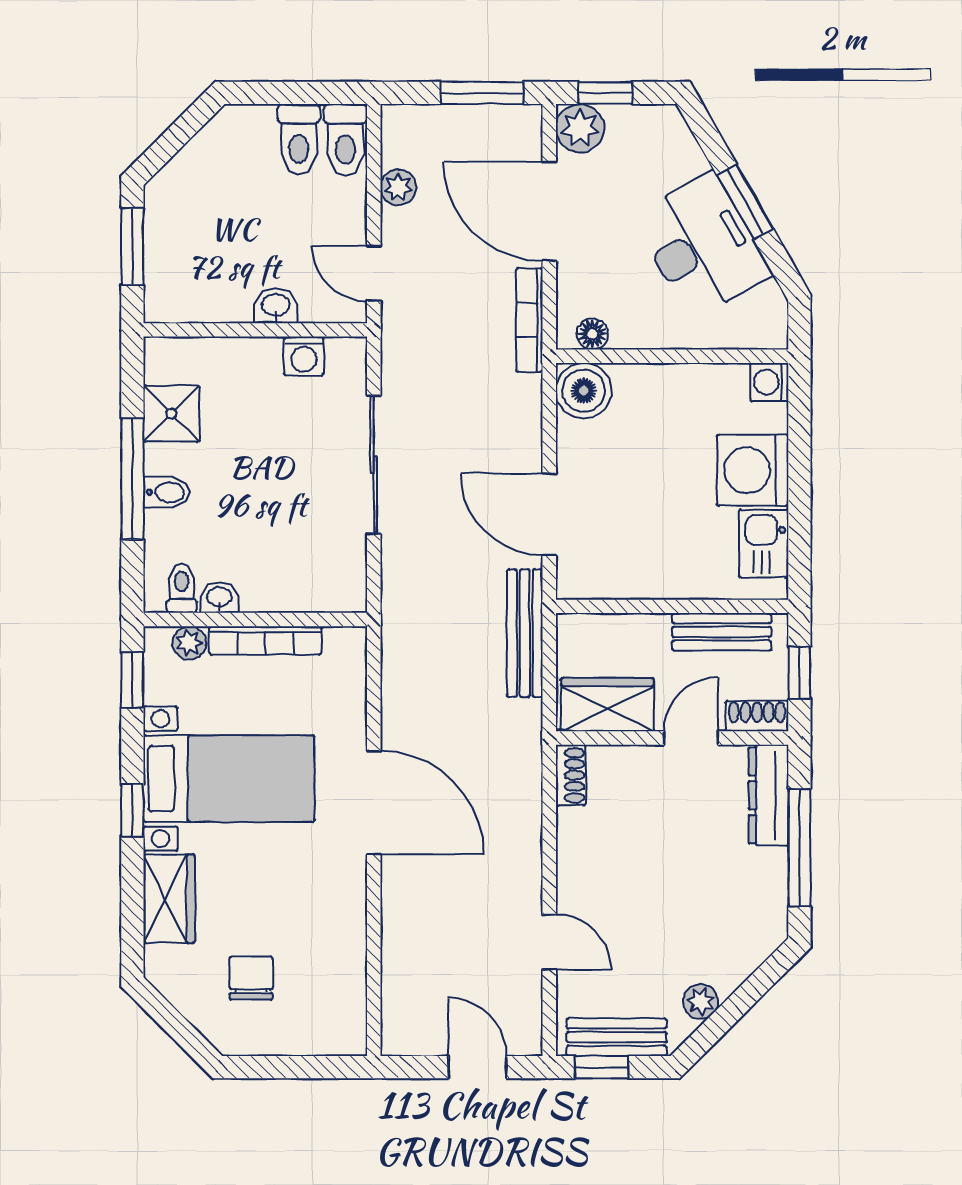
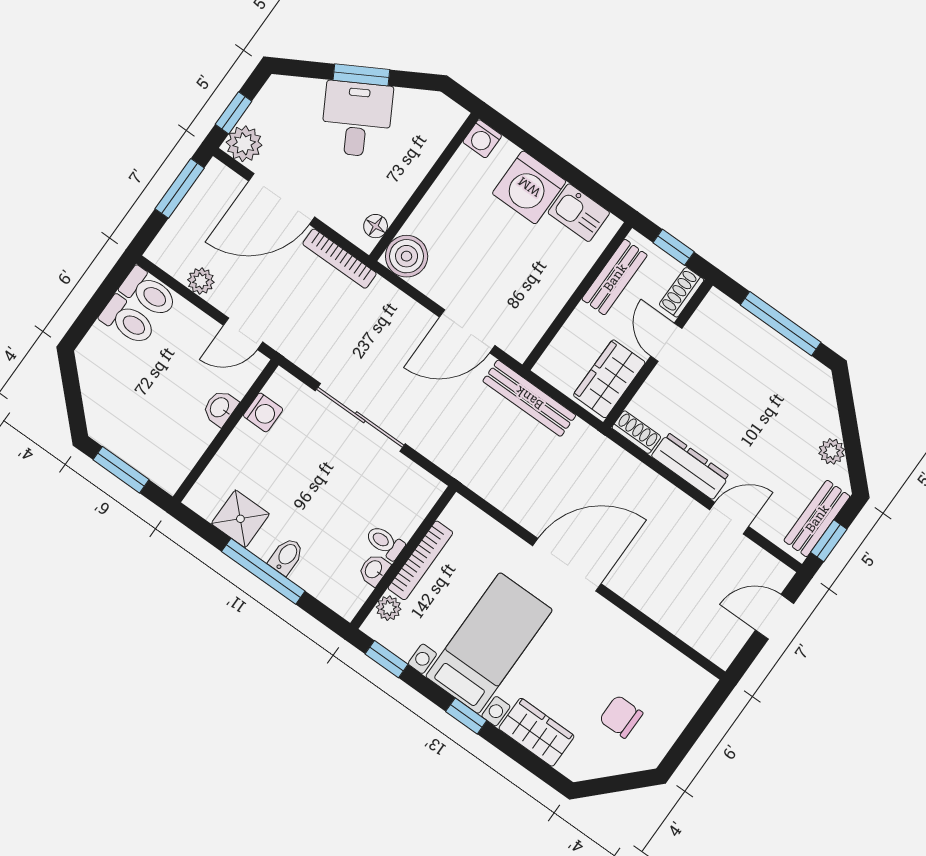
desk: (702, 246) -> (357, 119), width x0.73
toilet: (182, 588) -> (385, 542), moved
dresser: (769, 795) -> (690, 466), moved, turned 180

